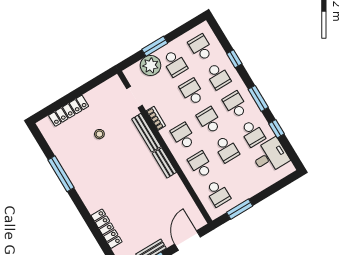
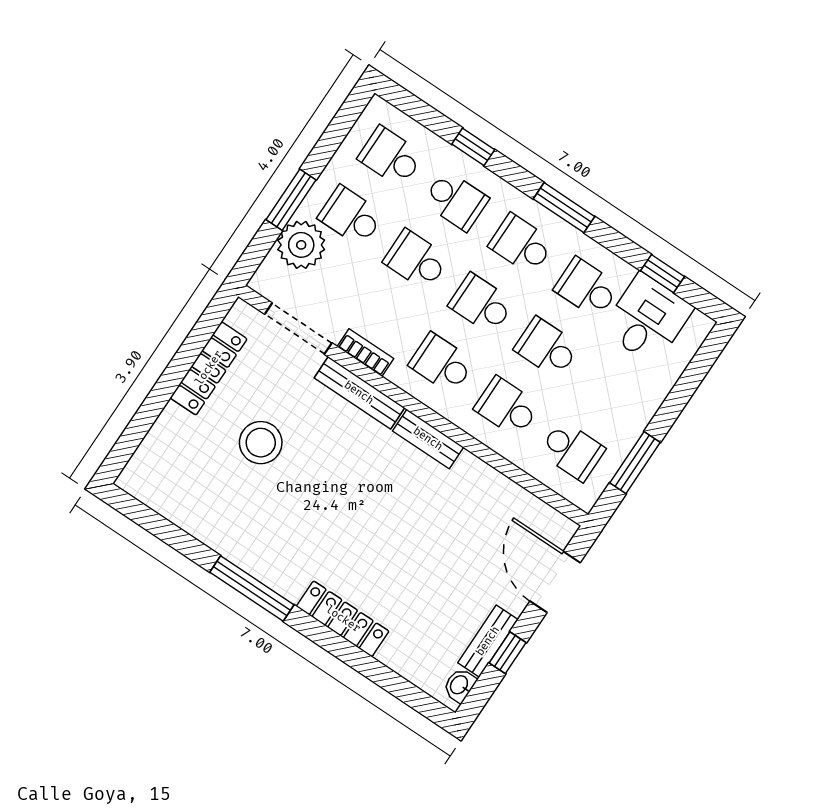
school desk: (175, 63) -> (351, 216), turned 180
doorway: (134, 97) -> (298, 329), width x1.38
locker: (69, 111) -> (209, 368), moved
window: (276, 129) -> (663, 274), moved
school desk: (252, 133) -> (587, 288), turned 180
stool: (99, 134) -> (261, 443), width x1.89, depth x1.89
school desk: (226, 149) -> (547, 347), turned 180
window: (61, 174) -> (252, 588), moved
locker: (107, 229) -> (343, 619), moved

